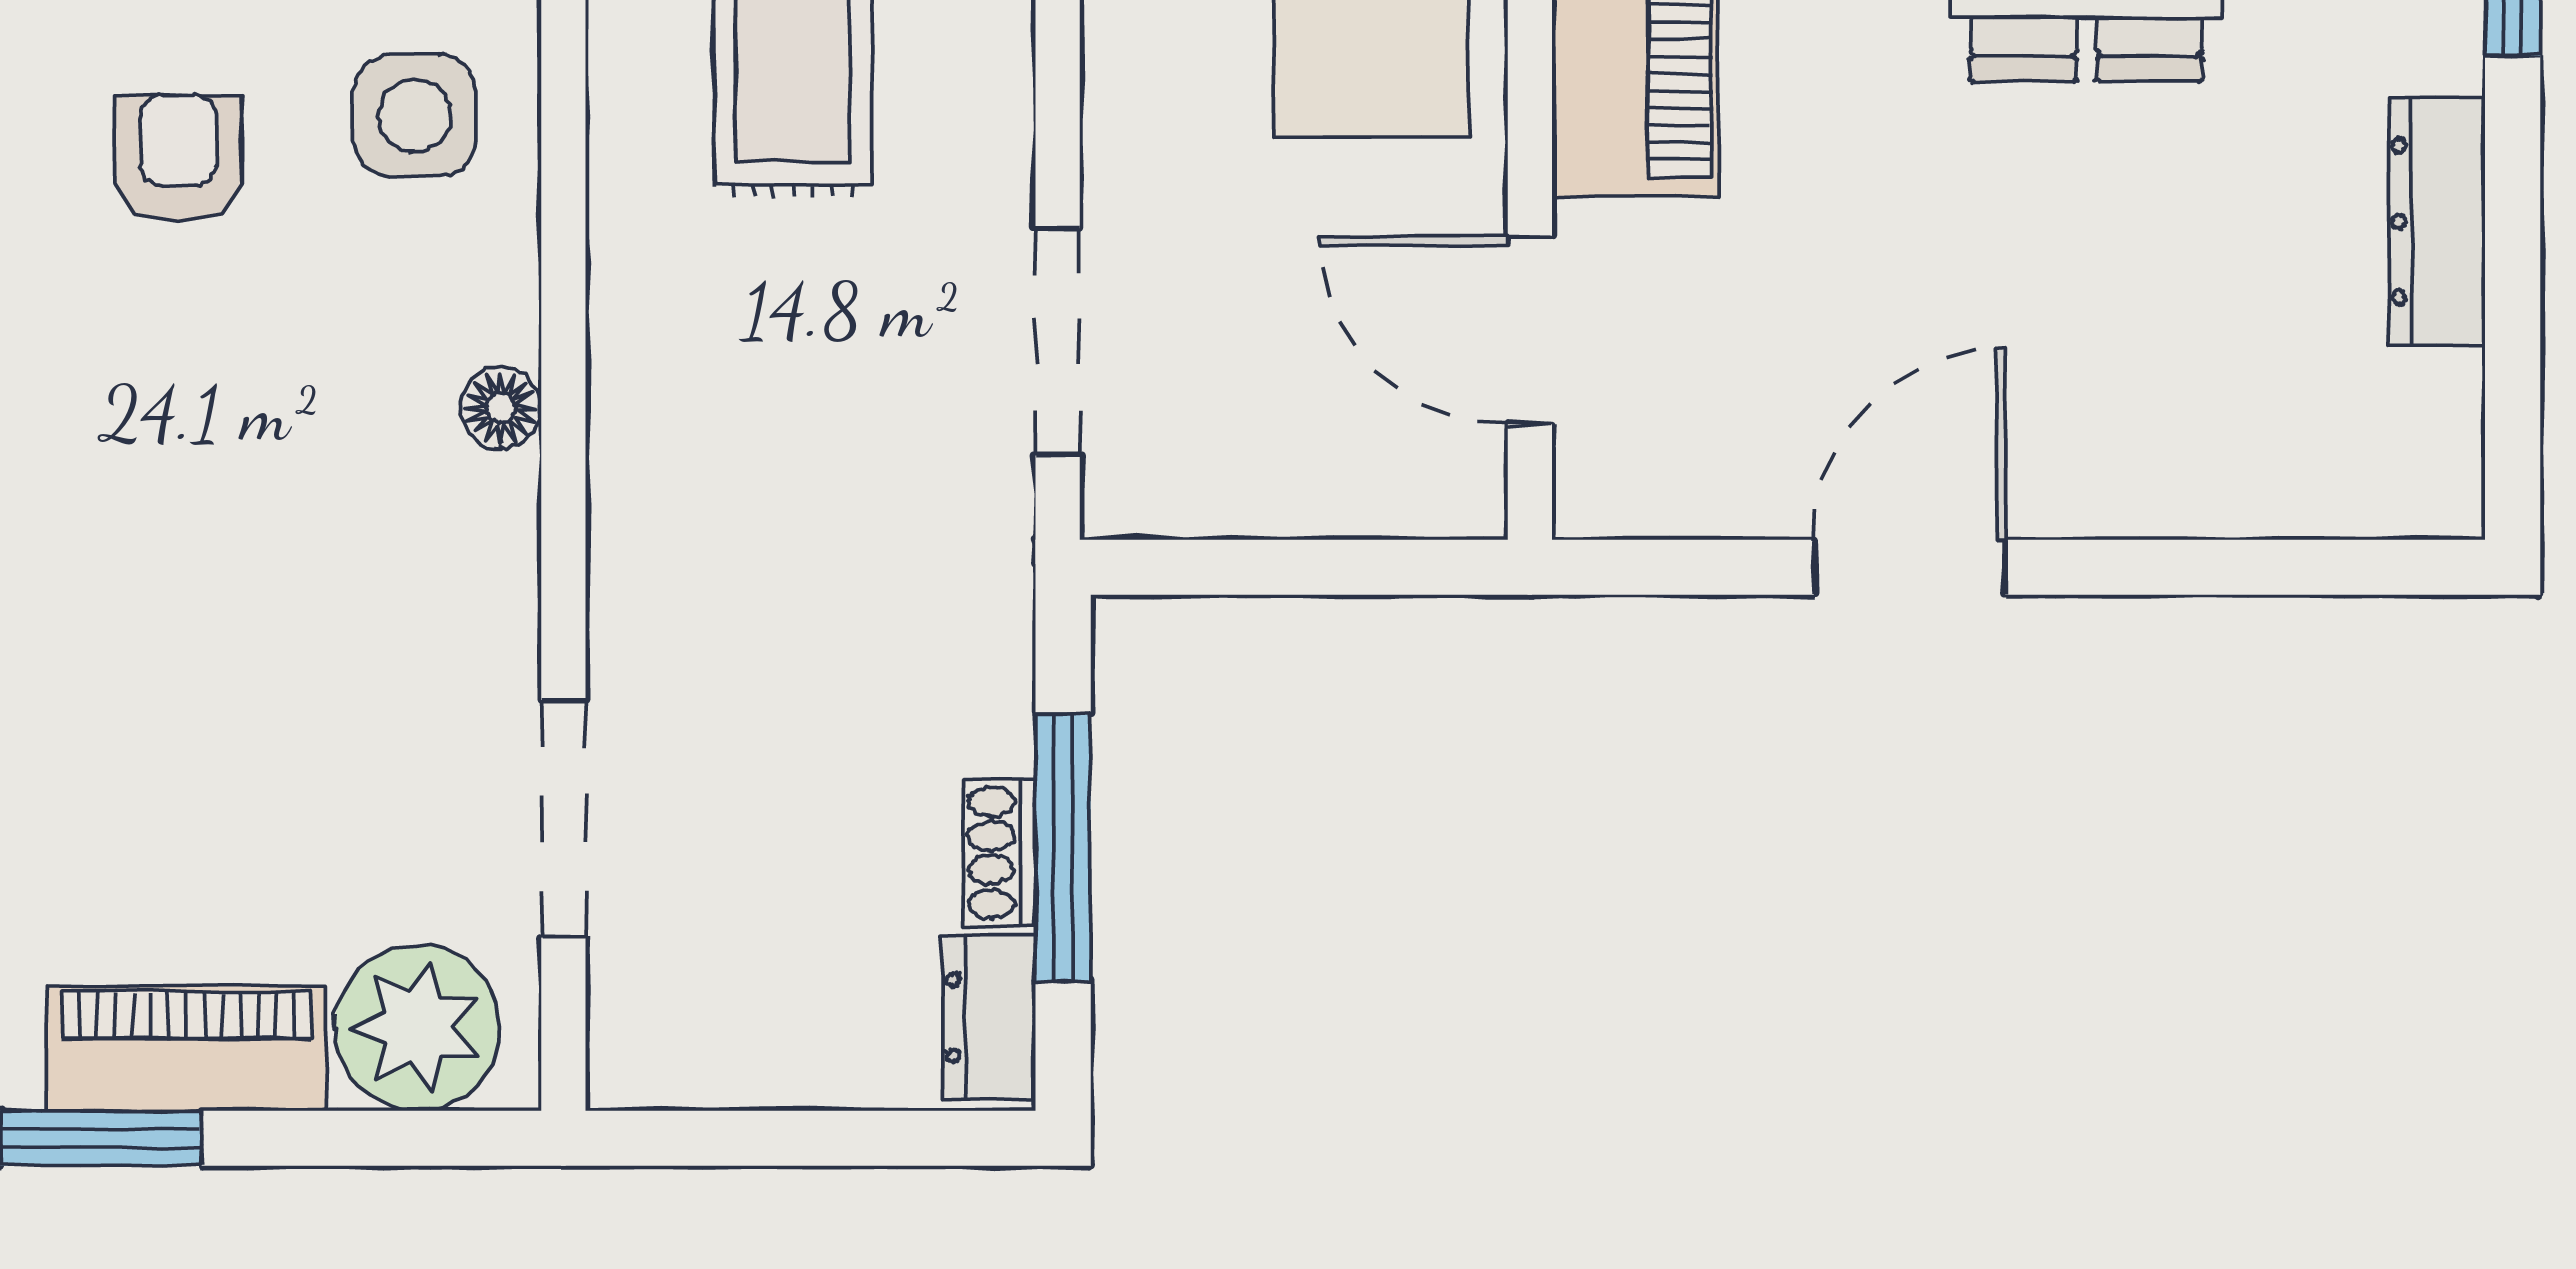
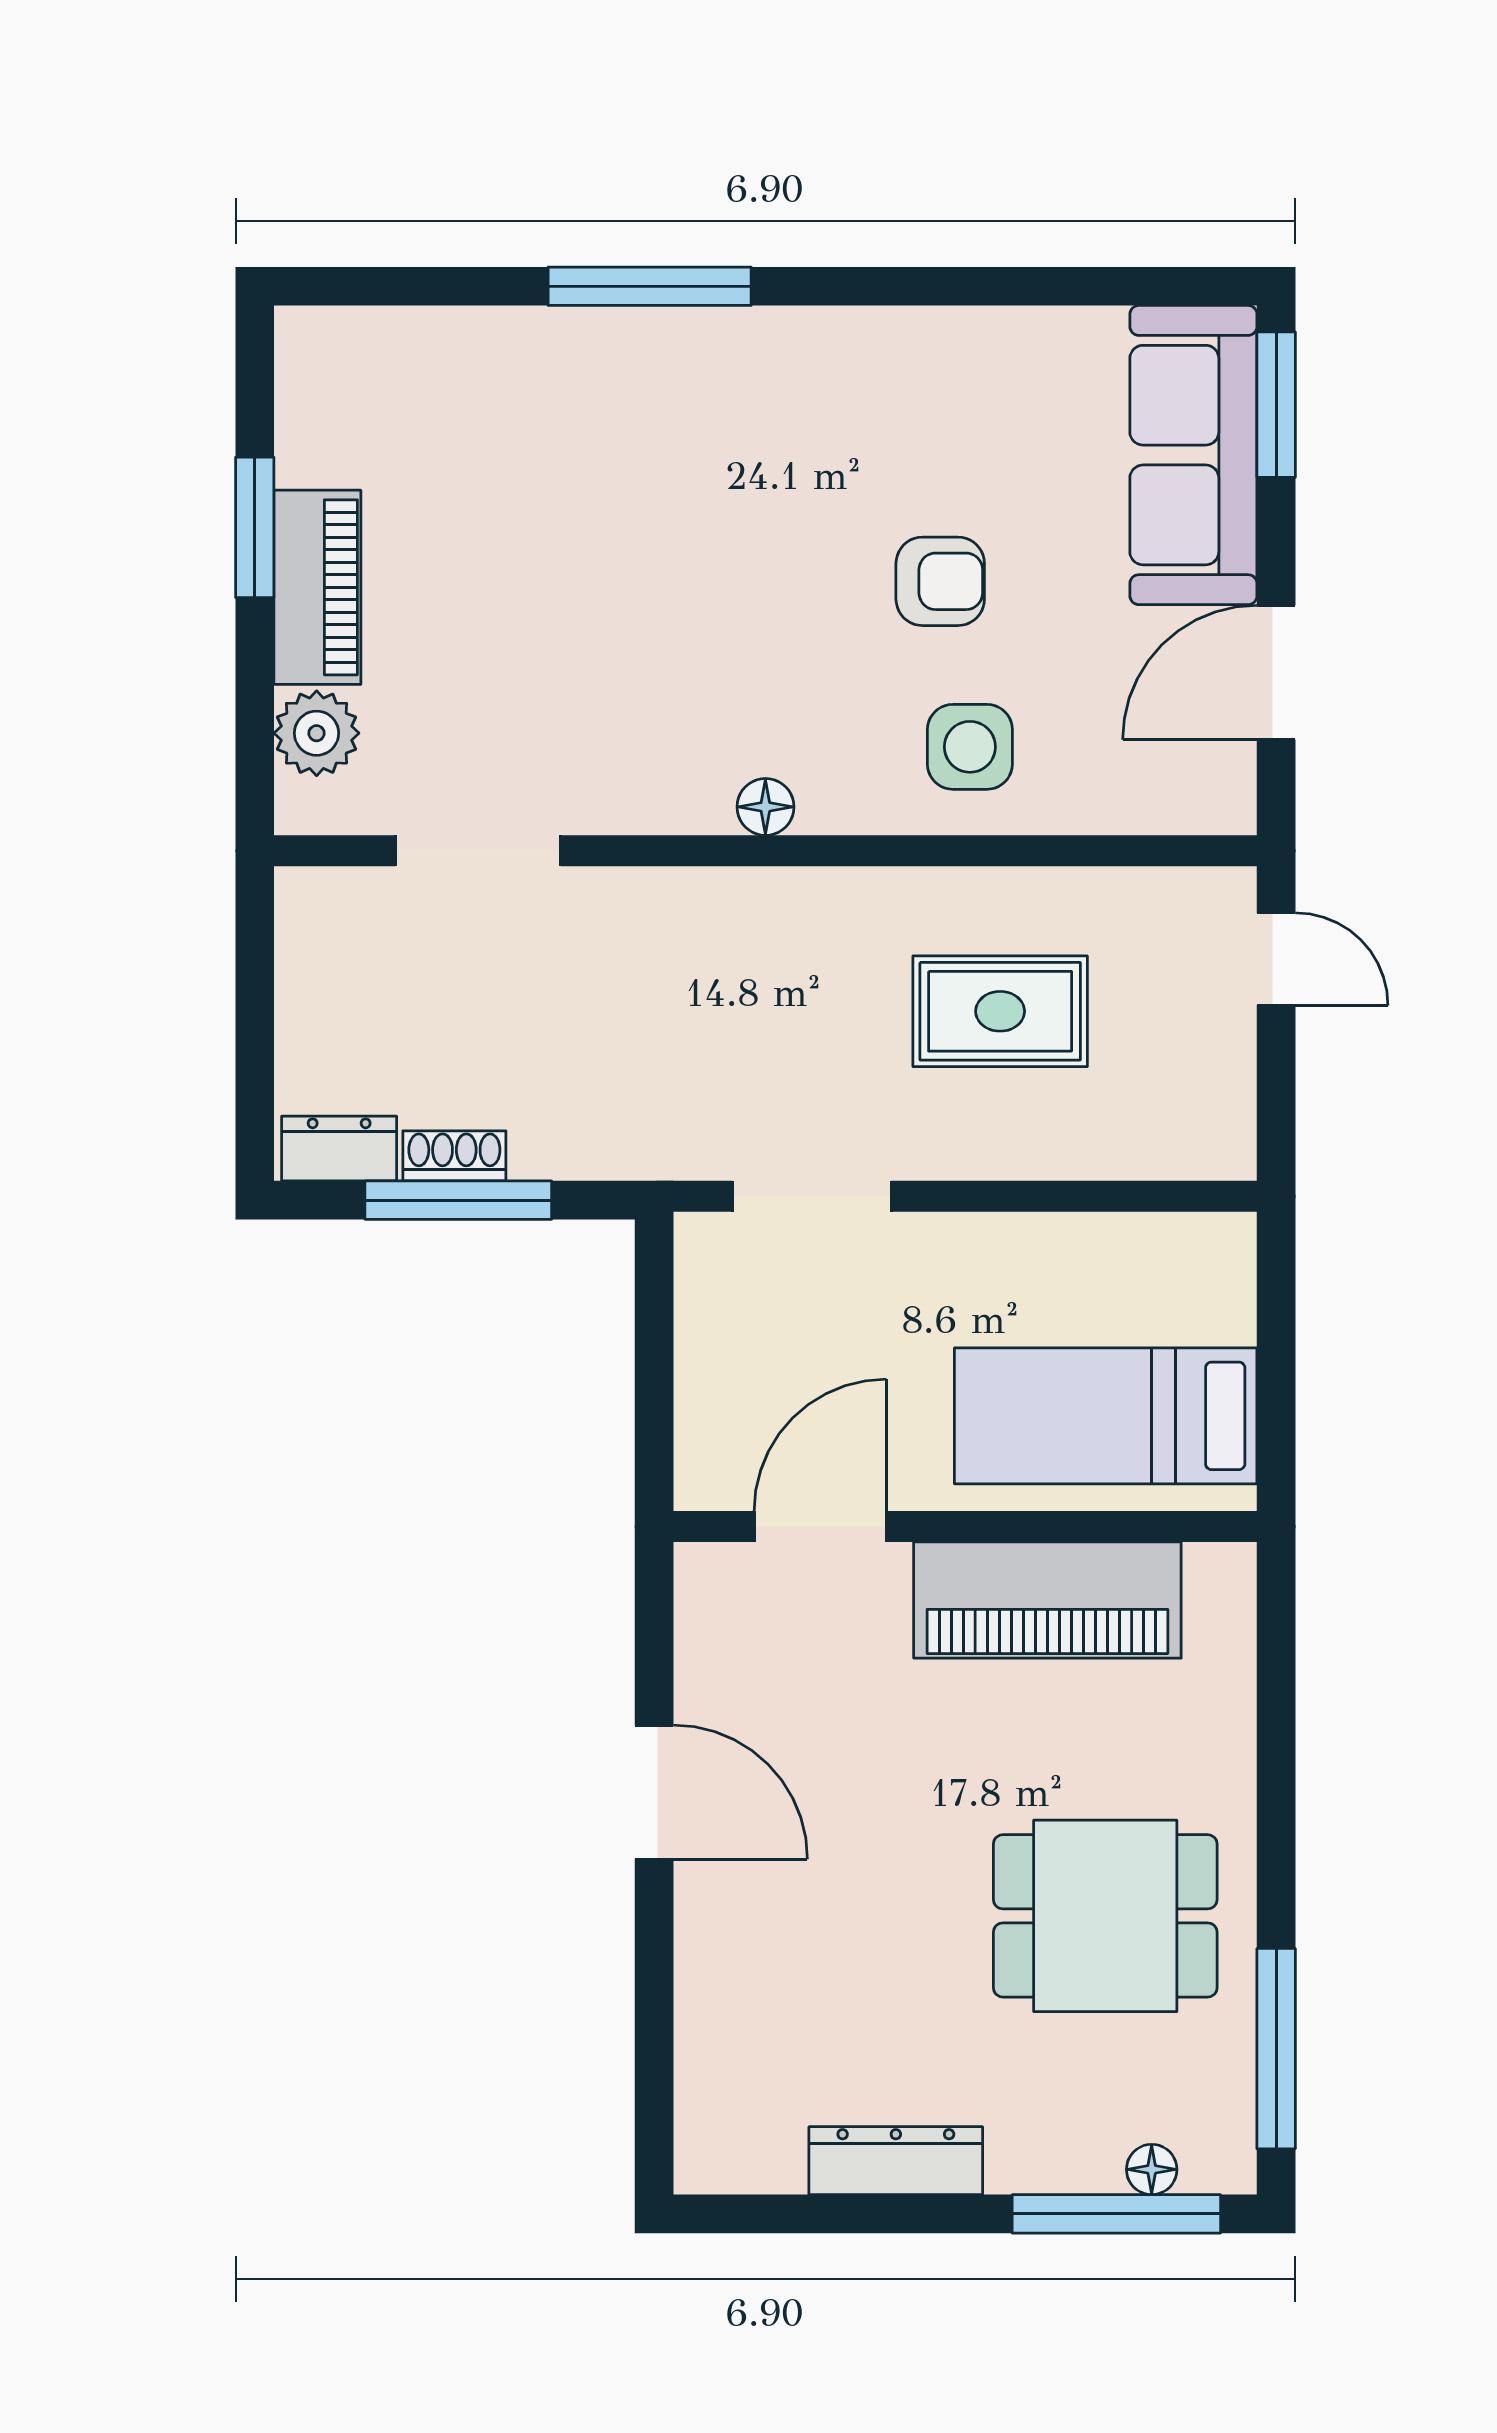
plant: (418, 1028) -> (317, 733), width x0.73, depth x0.73

